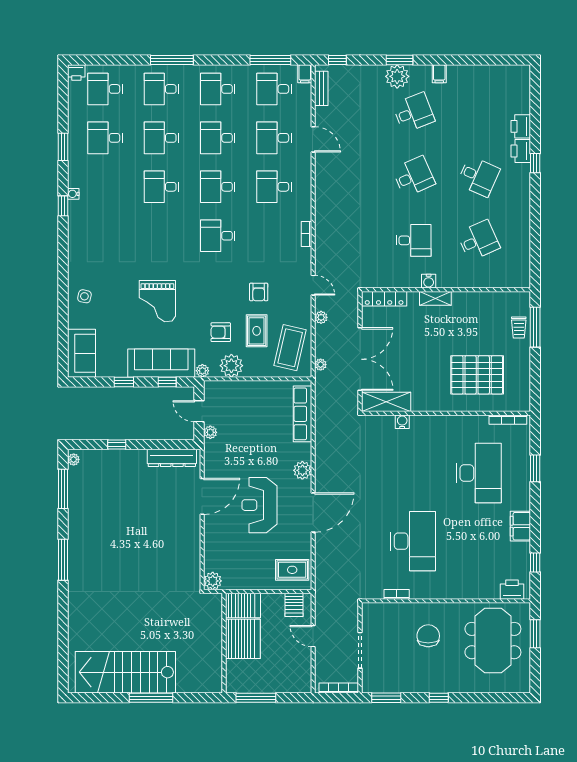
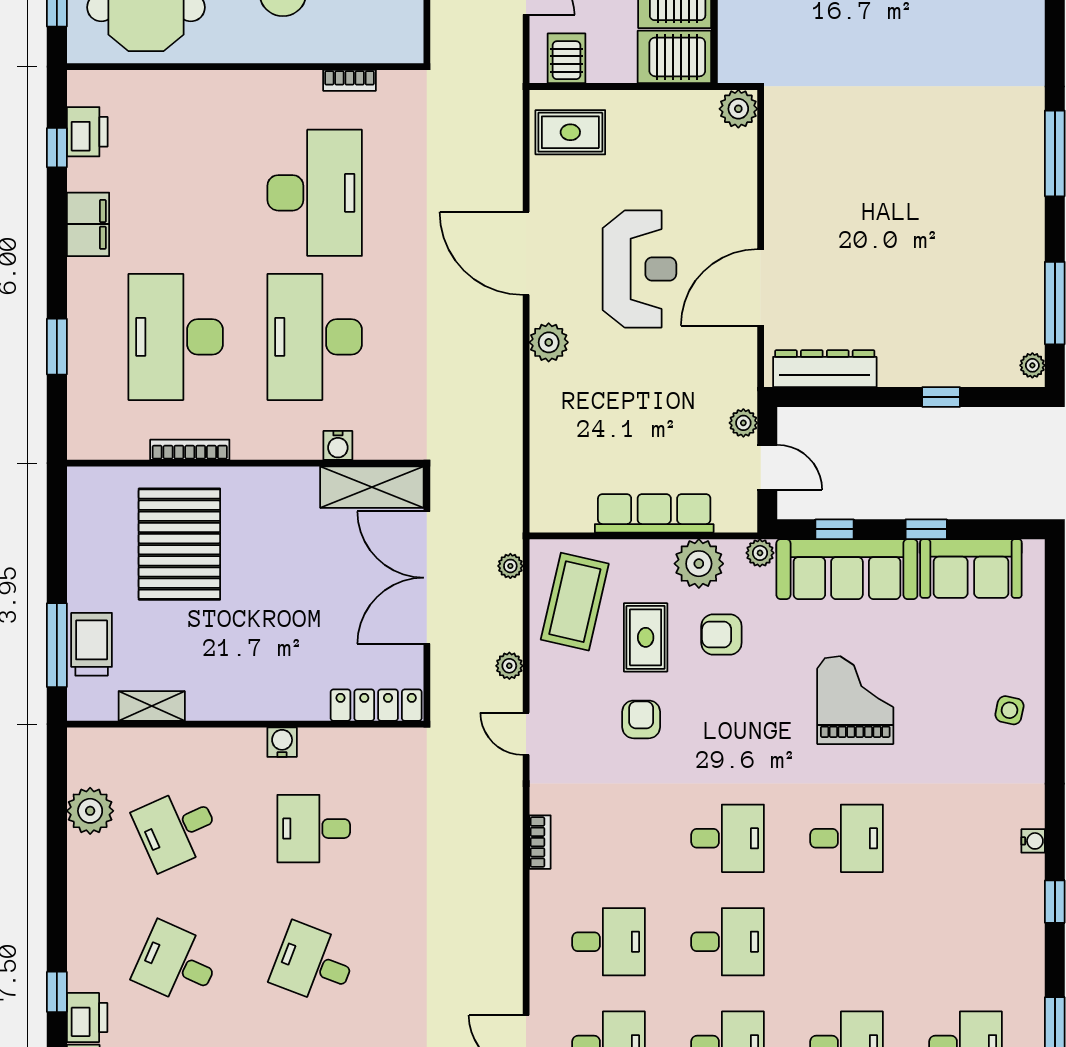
desk: (414, 176) -> (314, 964), turned 45
desk: (161, 187) -> (847, 838), moved
water cooler: (73, 194) -> (1033, 841), moved
plant: (519, 249) -> (90, 811), added
shelving: (435, 298) -> (152, 706), moved
trolley: (519, 328) -> (92, 644), width x1.36, depth x1.39
armchair: (221, 332) -> (721, 634), turned 180
sofa: (82, 353) -> (971, 568), moved, turned -90
pallet: (477, 375) -> (179, 544), turned 90
row of seats: (302, 414) -> (654, 513), moved, turned -90
bookcase: (508, 420) -> (190, 450), moved
desk: (413, 473) -> (315, 337), added
door: (313, 512) -> (526, 253), hinge flipped
desk: (413, 541) -> (315, 193), turned 180
printer: (512, 590) -> (87, 132), moved, turned -90

